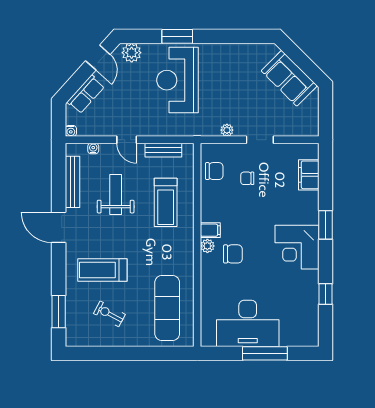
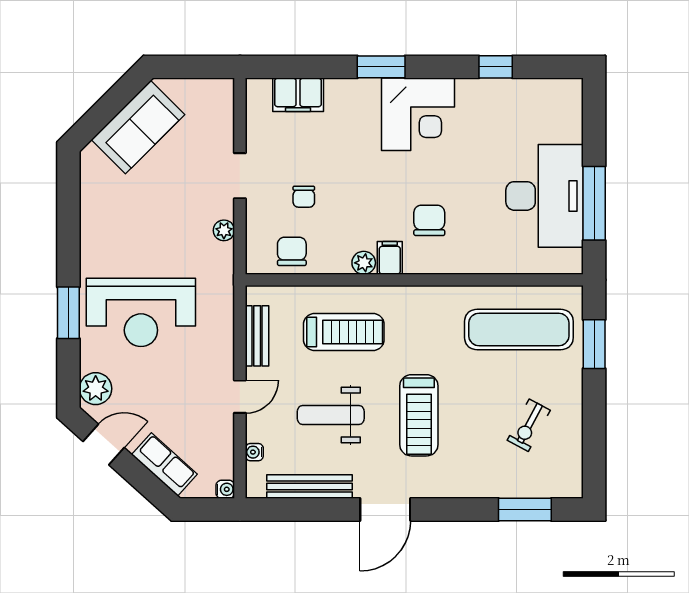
plant: (207, 246) -> (364, 263), moved
treadmill: (102, 270) -> (419, 415), moved
window: (158, 353) -> (594, 344), added
window: (265, 353) -> (594, 203), moved

